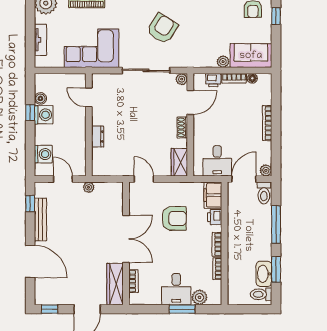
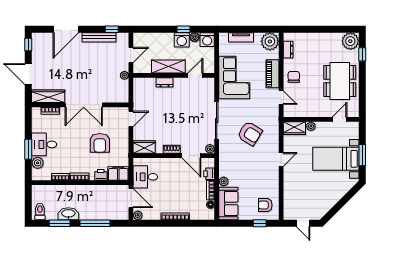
shelving: (78, 132) -> (168, 67), added
washing machine: (43, 154) -> (207, 40), moved
toilet: (264, 193) -> (120, 214), removed
washbasin: (264, 274) -> (68, 214), moved

